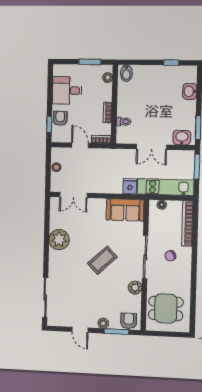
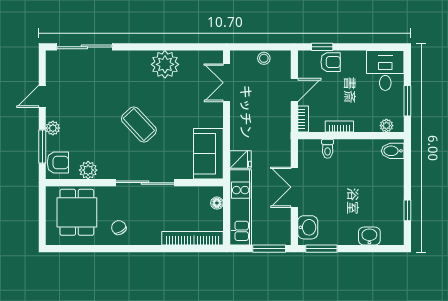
desk: (67, 91) -> (385, 71), moved
chair: (170, 256) -> (119, 228), moved
plant: (135, 288) -> (88, 170), moved

